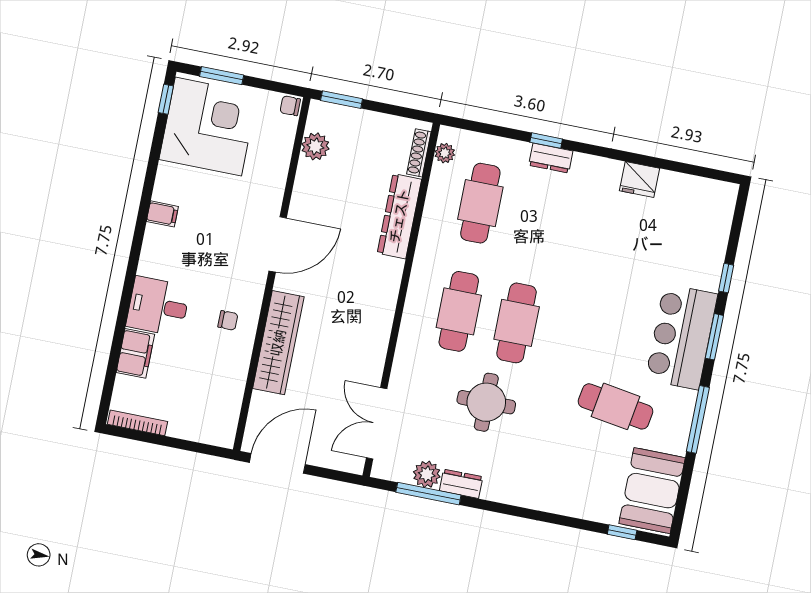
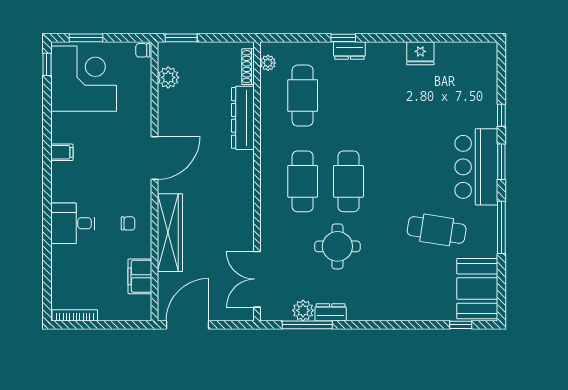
filing cabinet: (135, 353) -> (140, 276), moved, turned 180

